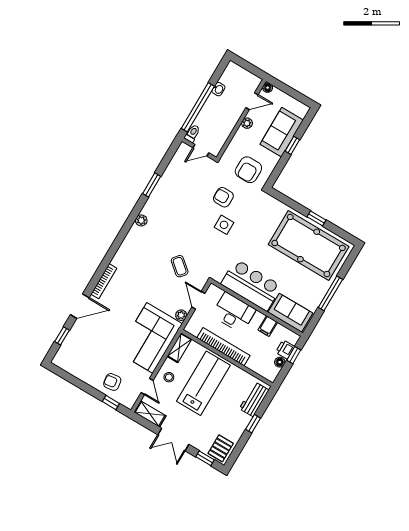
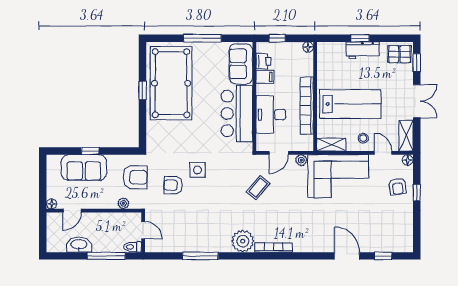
washbasin: (218, 89) -> (79, 245), width x1.91, depth x1.45
door: (252, 101) -> (72, 211), swing flipped
window: (198, 107) -> (106, 256), width x0.68
plant: (247, 123) -> (123, 203), moved
window: (152, 185) -> (200, 256), width x1.44
armchair: (223, 197) -> (173, 185), turned 90
plant: (141, 220) -> (243, 241), width x1.88, depth x1.88
bookcase: (104, 281) -> (274, 247), moved
printer: (285, 349) -> (263, 61), moved, turned -90
floor lamp: (280, 362) -> (308, 47), moved
lab bench: (203, 383) -> (350, 104), turned 180
door: (147, 387) -> (383, 153), hinge flipped
workbench: (254, 399) -> (363, 50), moved
window: (111, 402) -> (417, 193), moved
floor lamp: (129, 403) -> (408, 160), added

